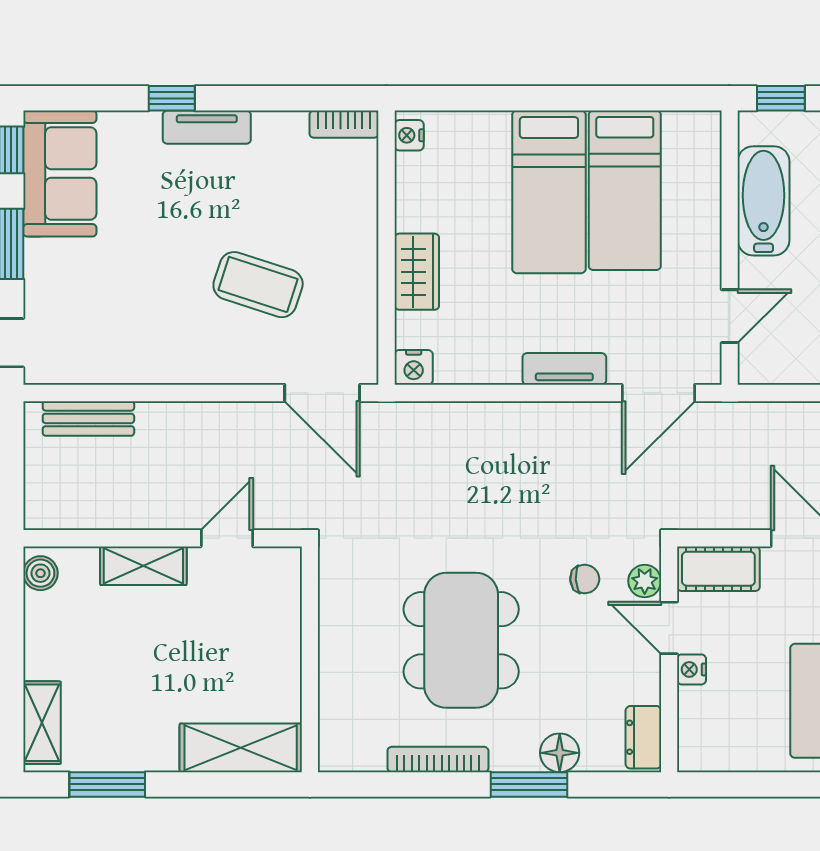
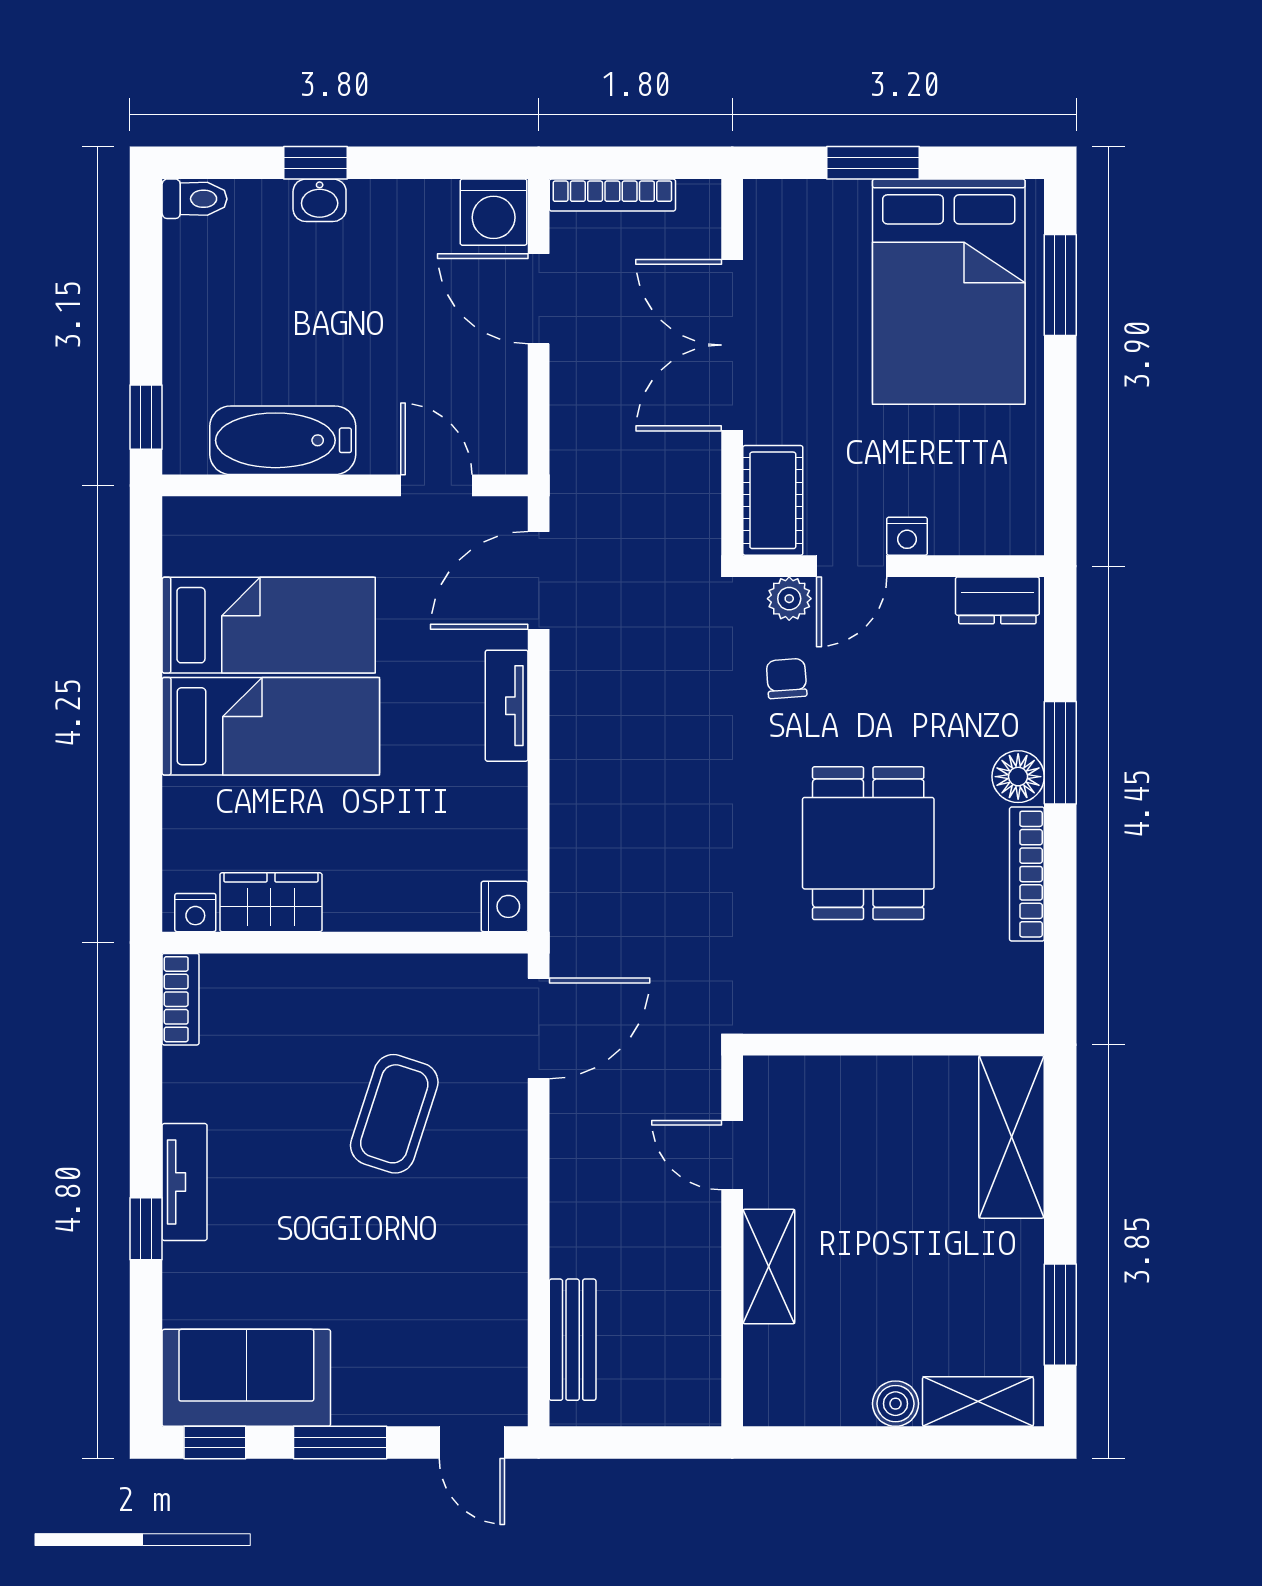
wardrobe: (417, 272) -> (271, 902), moved
door: (658, 393) -> (539, 580), swing flipped
boiler: (40, 573) -> (896, 1404), moved
dining table: (461, 640) -> (868, 843), width x0.73
floor lamp: (560, 753) -> (1018, 777), moved

